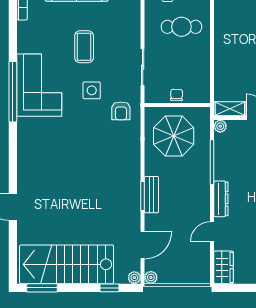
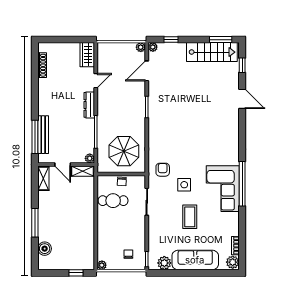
cafe table: (181, 27) -> (113, 201), moved
bench: (151, 195) -> (140, 108), removed
window: (13, 253) -> (242, 65), added
stairs: (67, 264) -> (212, 52), width x0.73, depth x0.66

